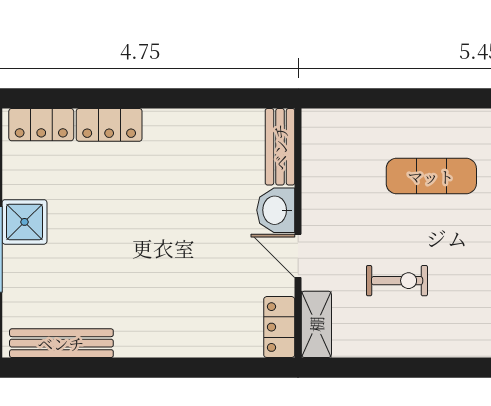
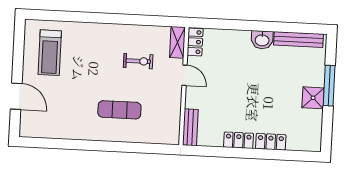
locker: (41, 125) -> (239, 140), moved
washbasin: (276, 210) -> (262, 40), moved, turned 90
exercise bike: (397, 281) -> (138, 61), turned 180

